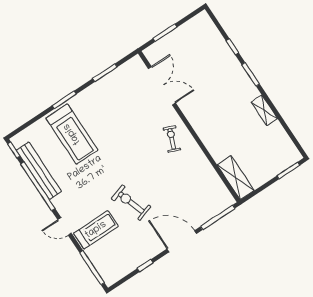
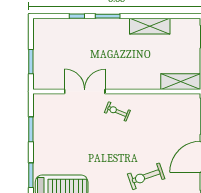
double door: (162, 86) -> (85, 91), moved
shelving: (264, 110) -> (150, 26), width x1.50, depth x1.33

